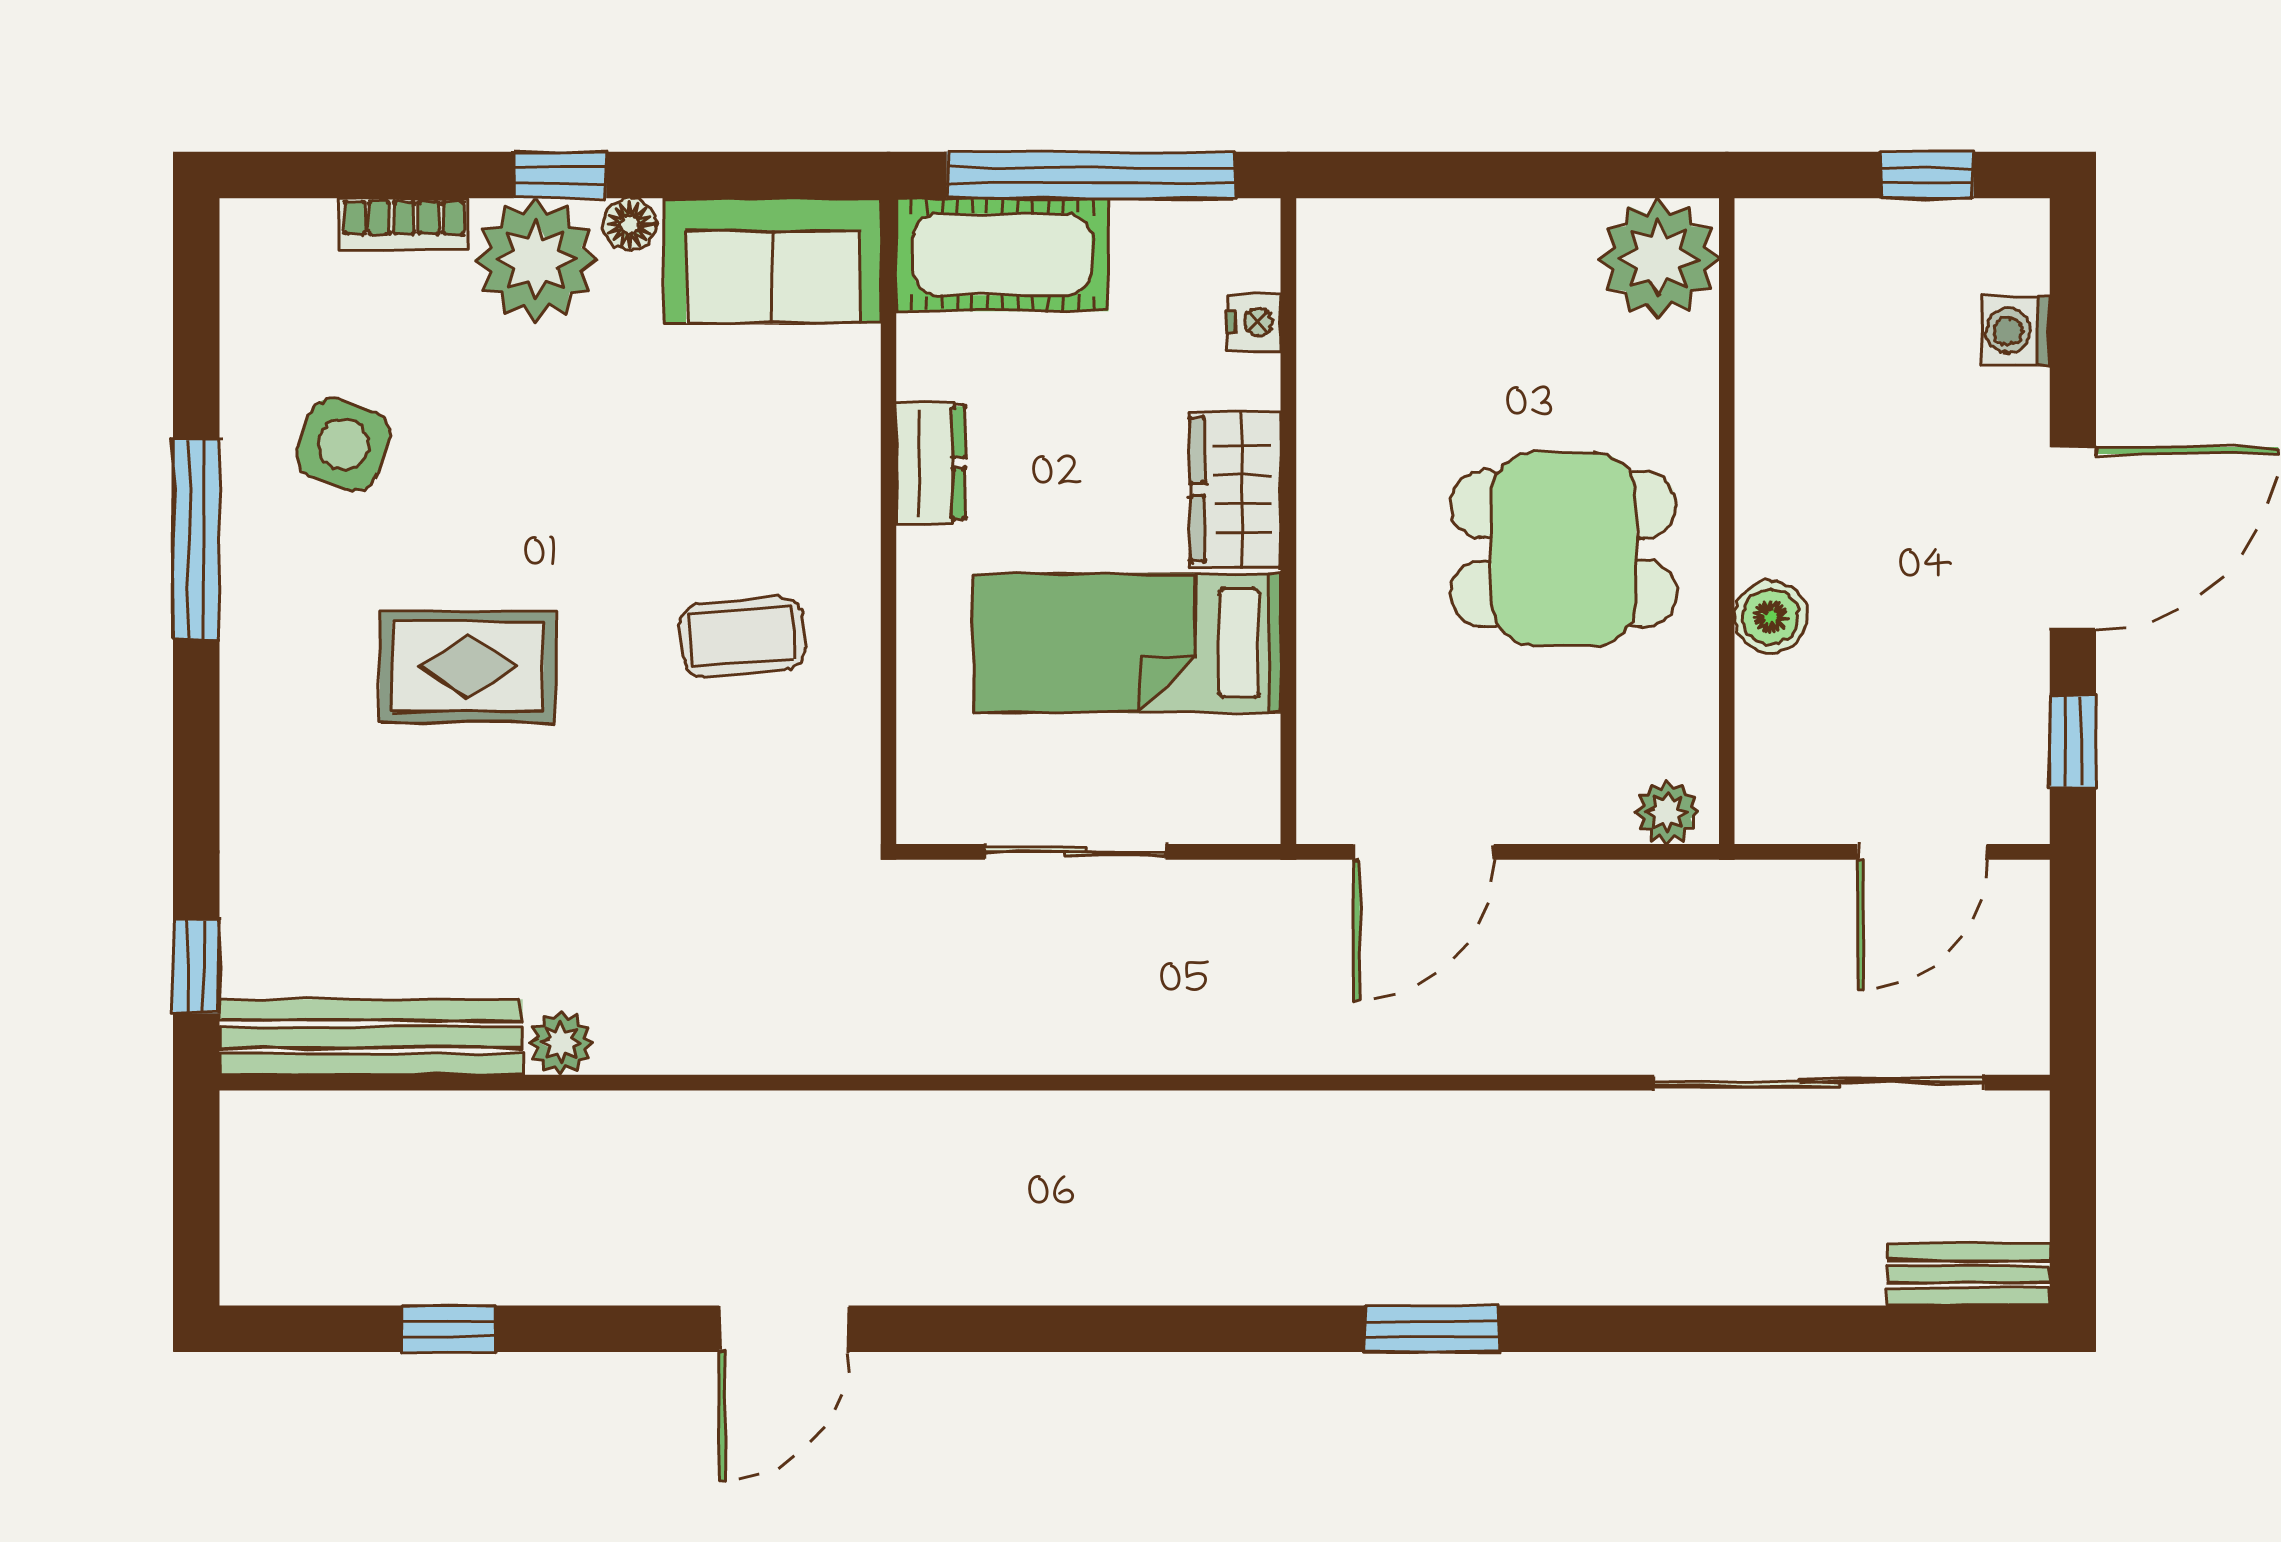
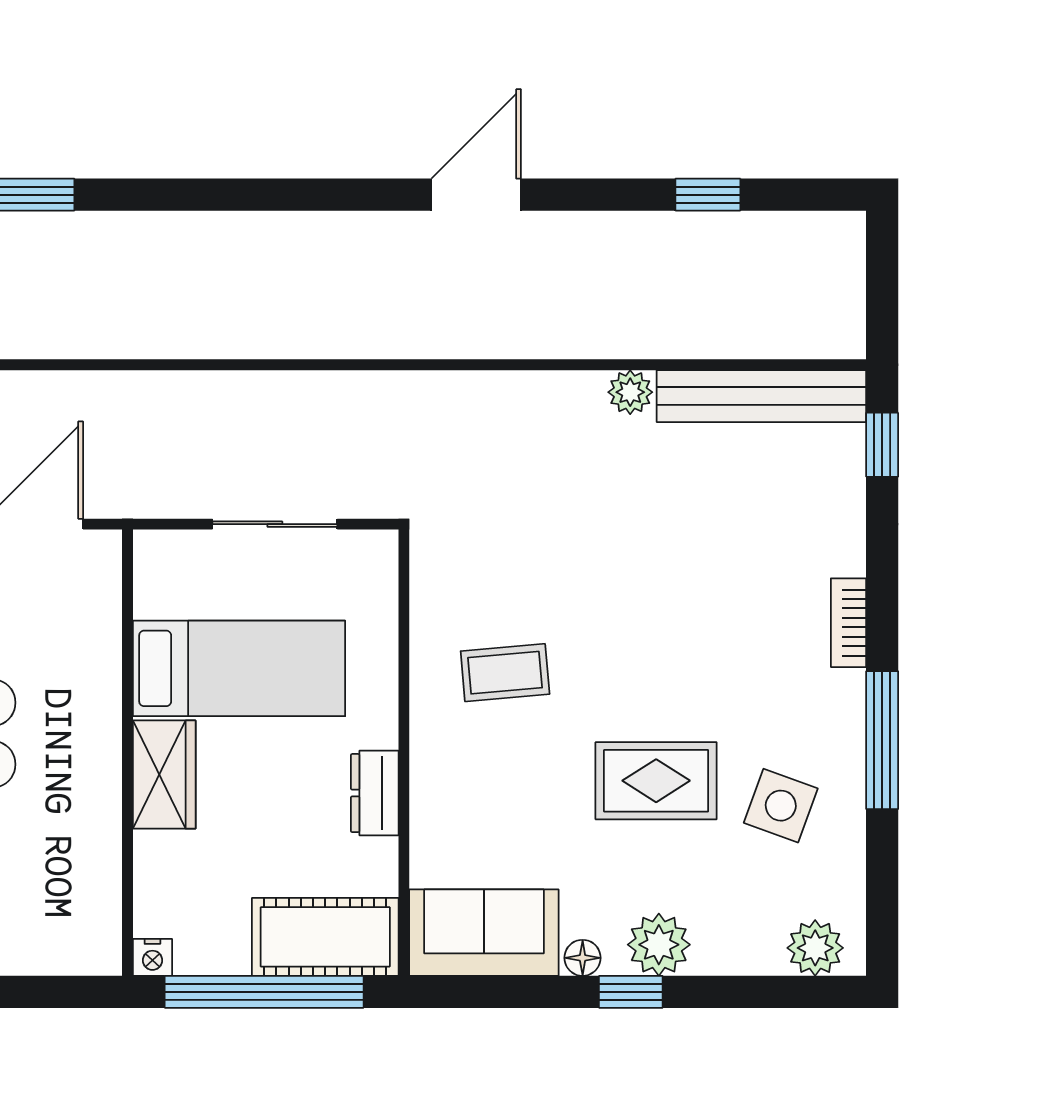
bookcase: (404, 224) -> (849, 623), moved, turned -90
plant: (293, 239) -> (815, 948), added
plant: (536, 260) -> (659, 945), width x0.73, depth x0.73
nightstand: (1254, 322) -> (152, 957), moved, turned -90
rug: (468, 666) -> (656, 781), moved

